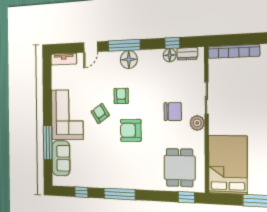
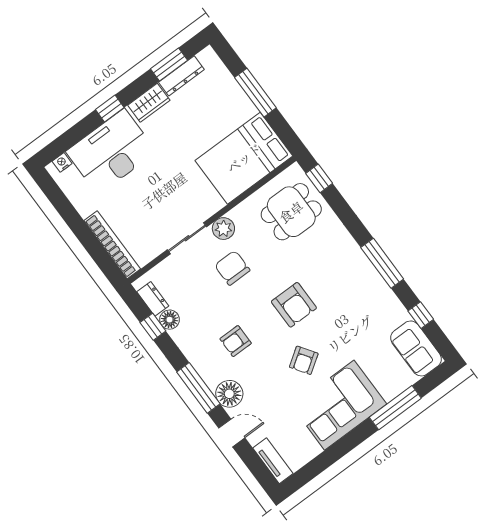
floor lamp: (129, 60) -> (229, 394), moved
armchair: (121, 96) -> (236, 341), moved
sofa: (61, 158) -> (416, 348), moved, turned -90

